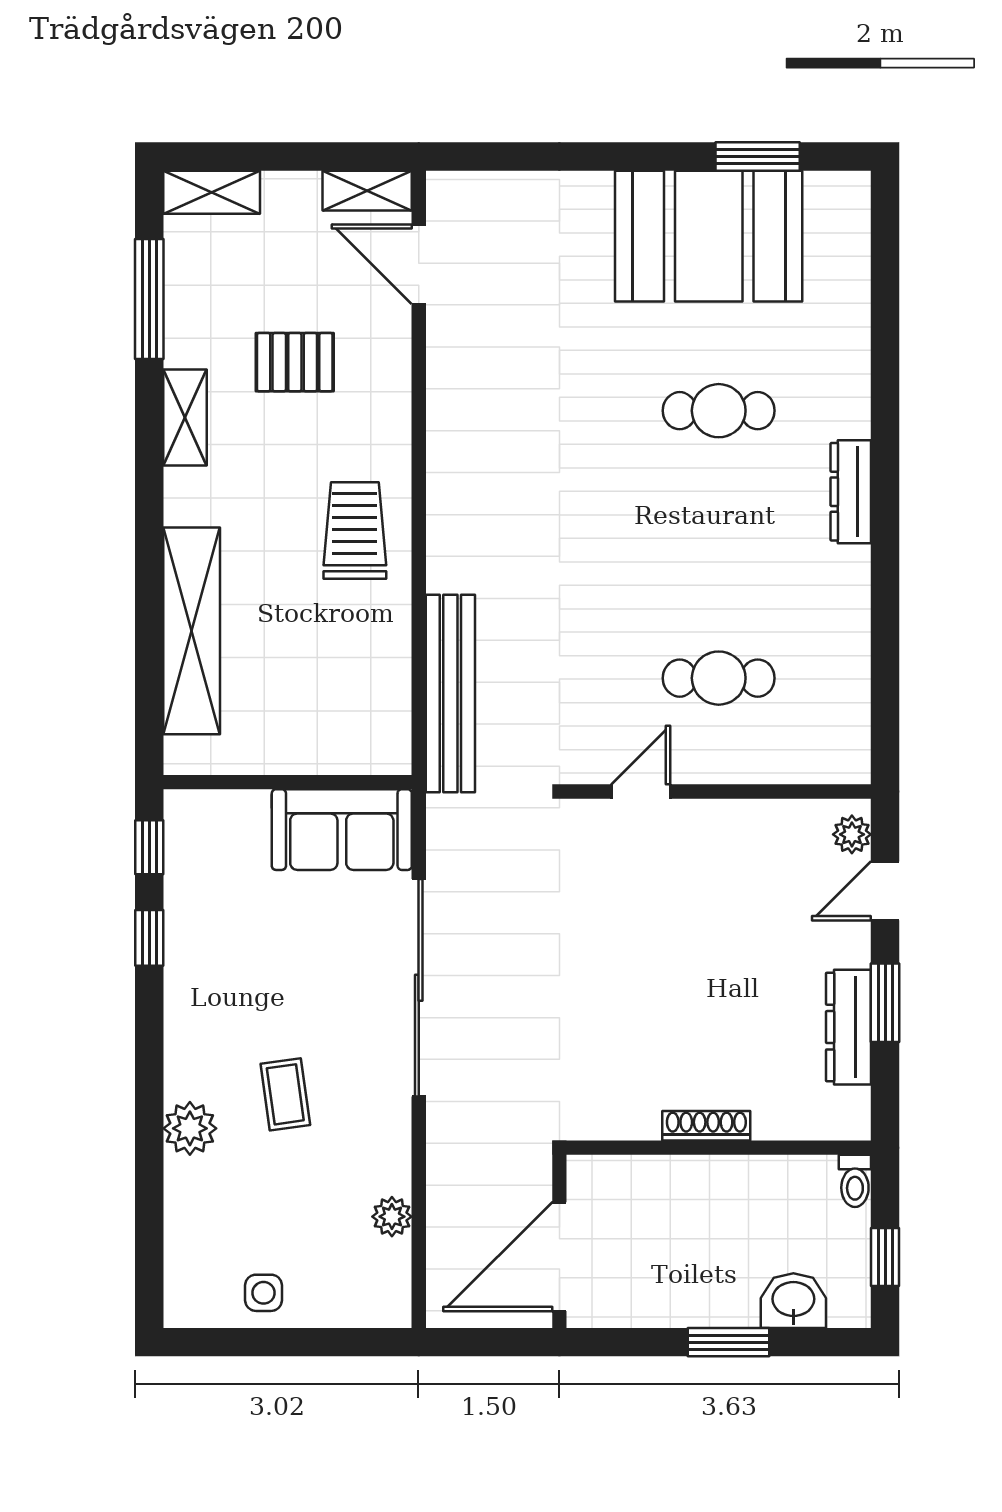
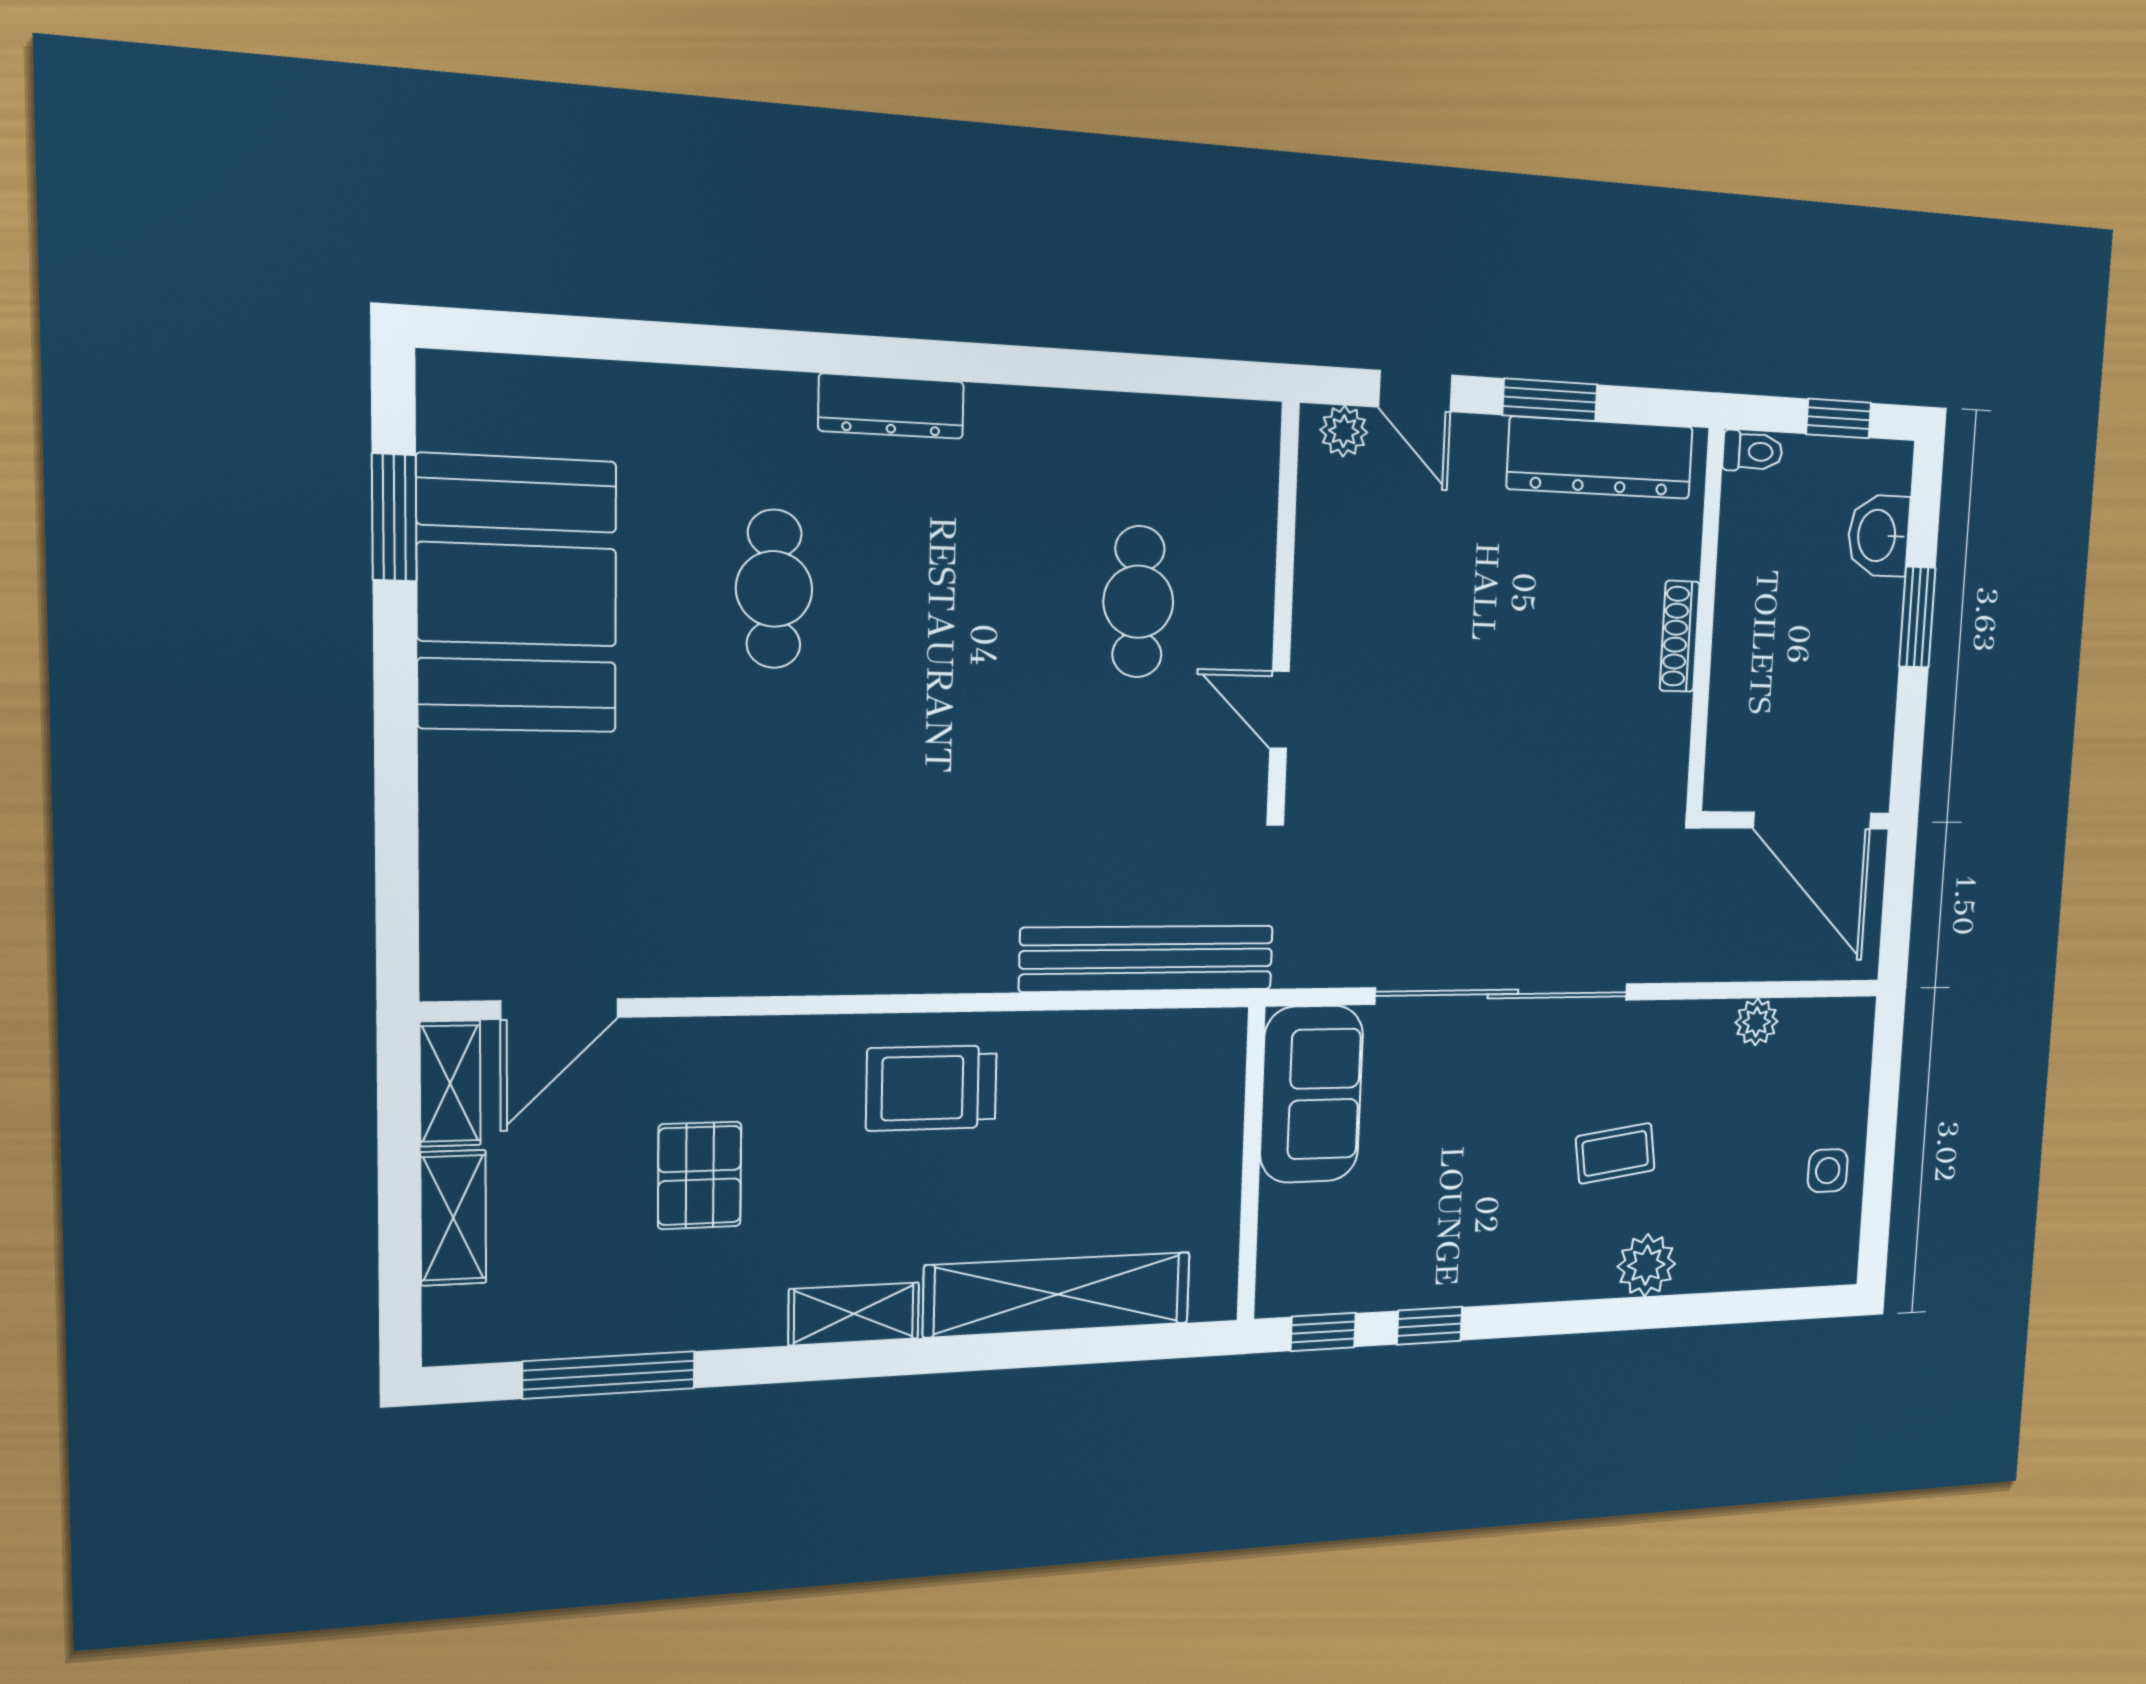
shelving: (212, 192) -> (453, 1218), moved
shelving: (185, 418) -> (854, 1314), moved
dresser: (849, 1027) -> (1600, 458), width x1.37, depth x1.24

